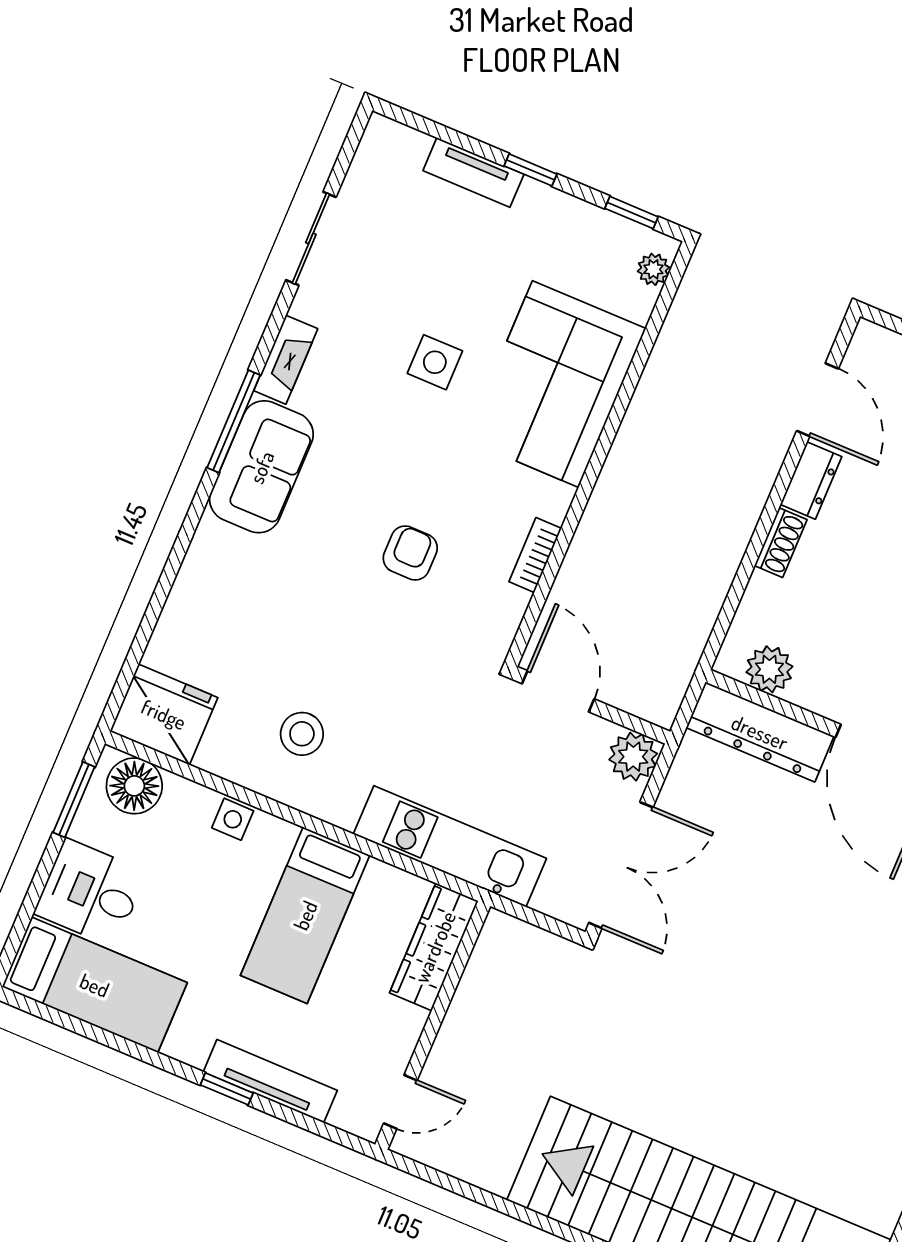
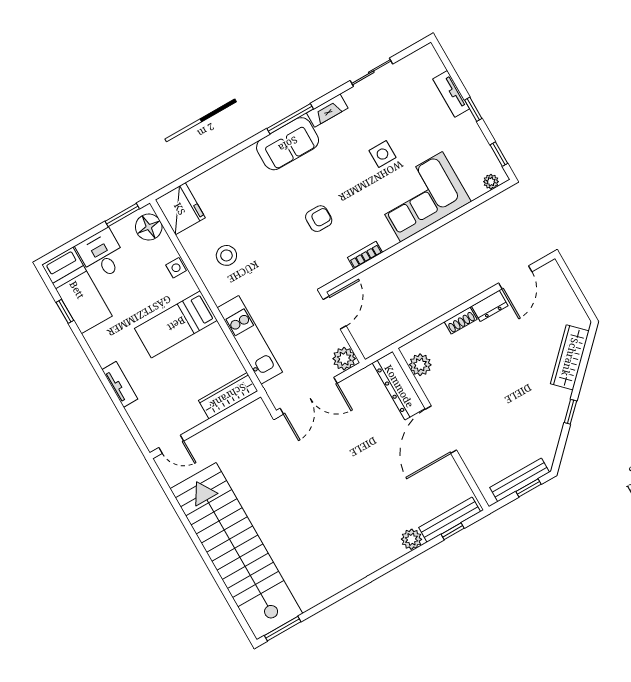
wardrobe: (434, 947) -> (228, 396), moved
wall: (433, 1025) -> (205, 425), moved
tv unit: (270, 1081) -> (120, 384), width x0.71
window: (227, 1089) -> (65, 311), moved
door: (400, 1102) -> (171, 444), moved

